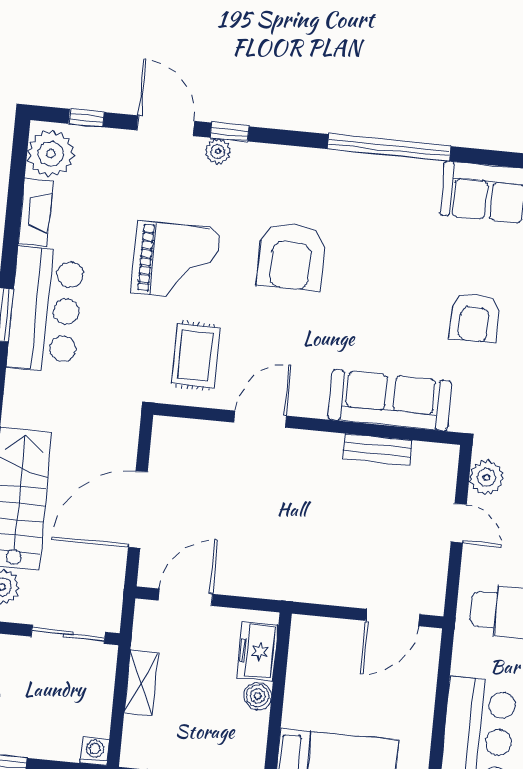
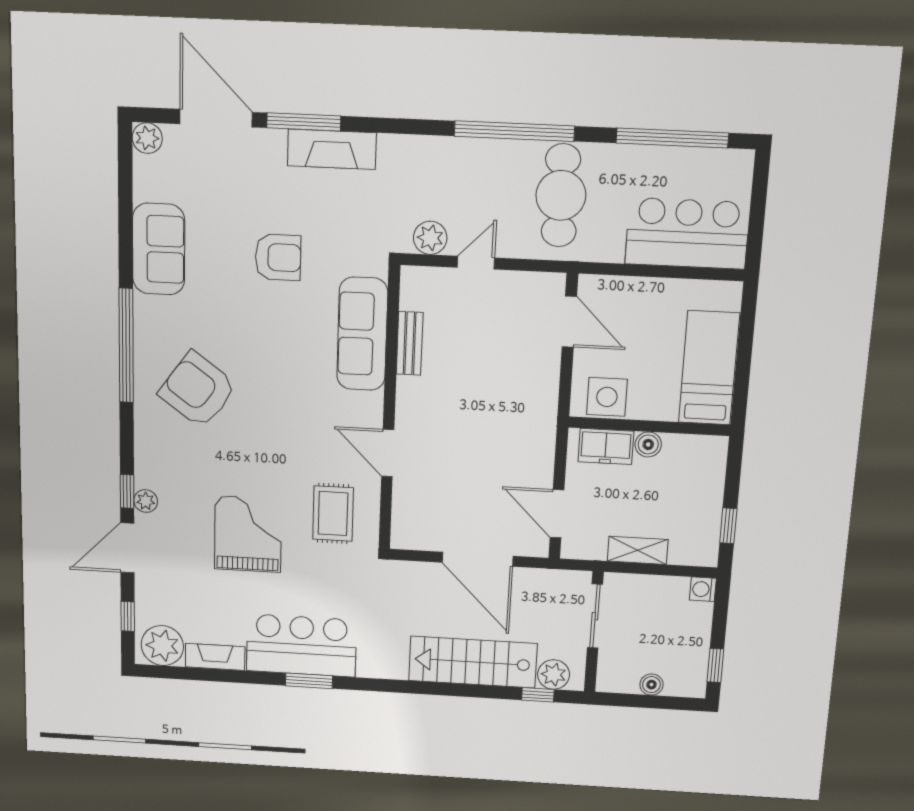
armchair: (291, 256) -> (198, 390), moved, turned -144
rug: (196, 356) -> (333, 514), turned 90
side table: (311, 654) -> (607, 397), added

